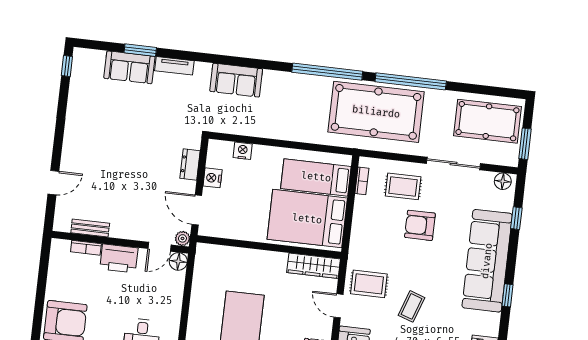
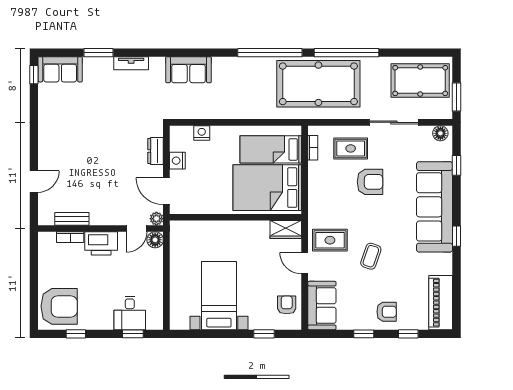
sofa: (129, 67) -> (60, 69), moved
armchair: (420, 225) -> (370, 182), turned 180
wardrobe: (314, 266) -> (286, 230), width x0.67

